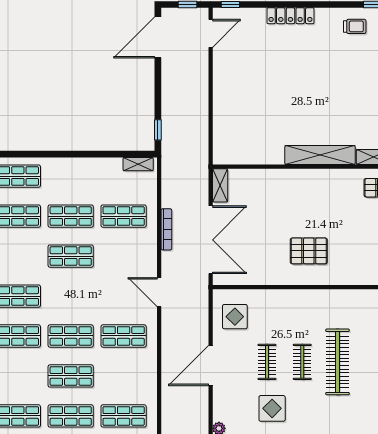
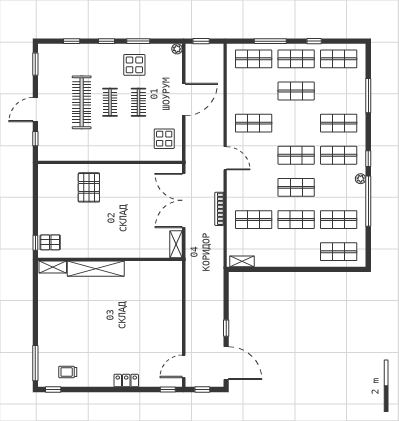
locker: (290, 16) -> (126, 381), width x0.66
door: (158, 37) -> (226, 363), hinge flipped
window: (158, 130) -> (226, 328), moved
pallet: (309, 251) -> (89, 187), moved, turned 90
shop shelf: (71, 336) -> (296, 155), moved

